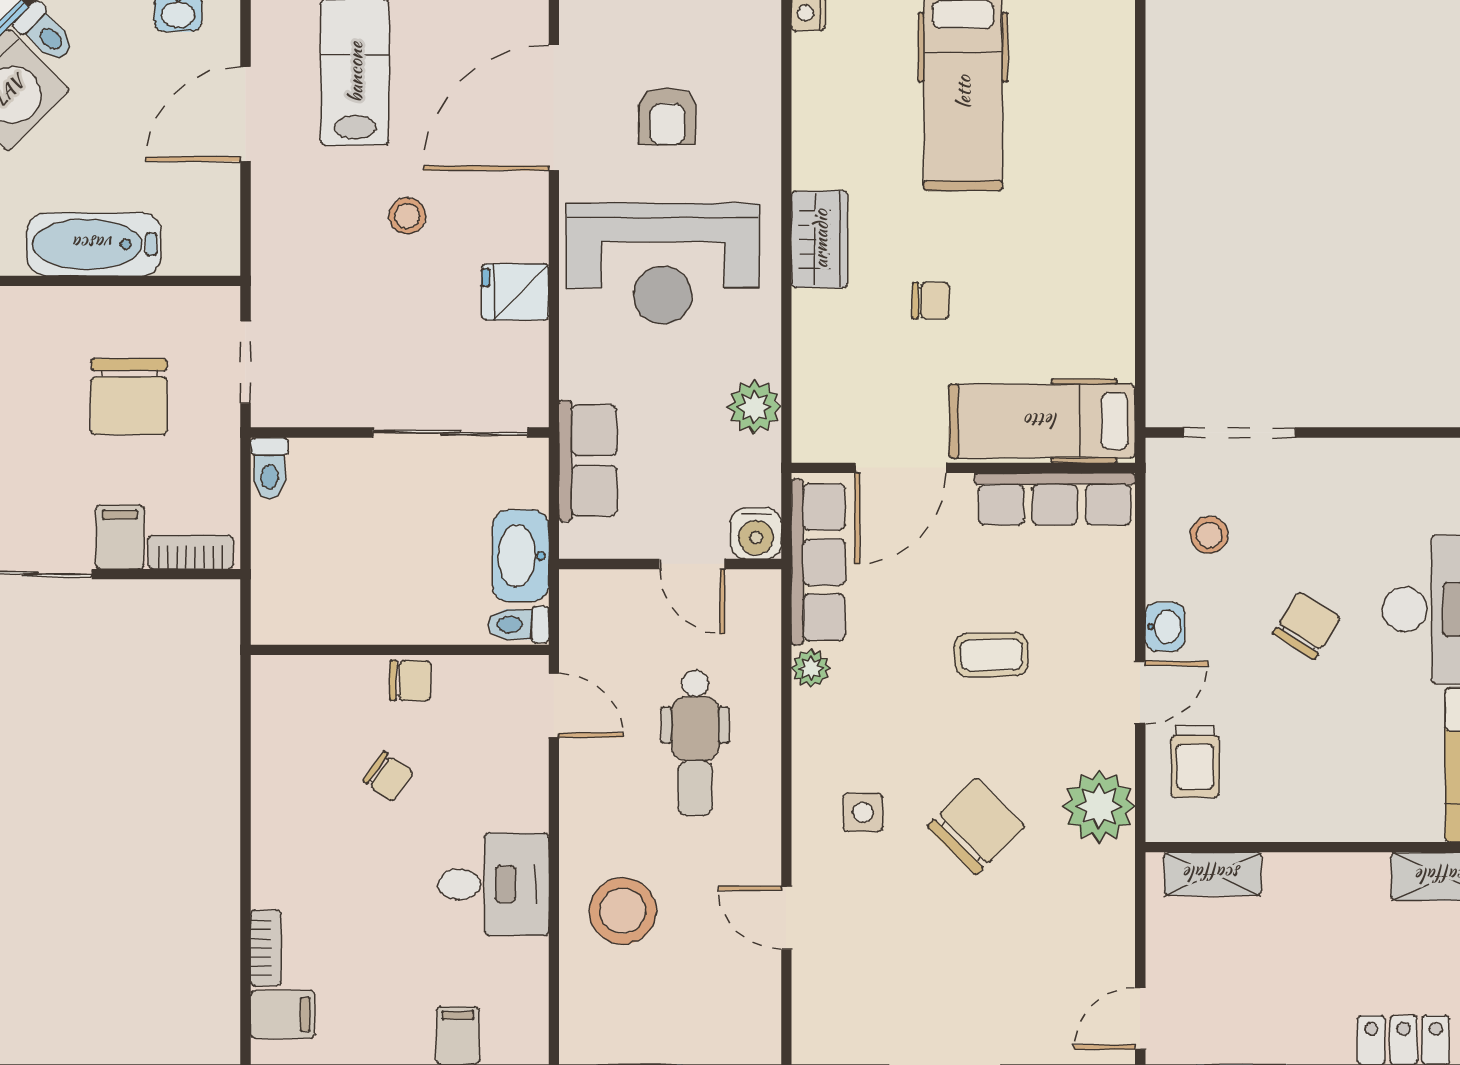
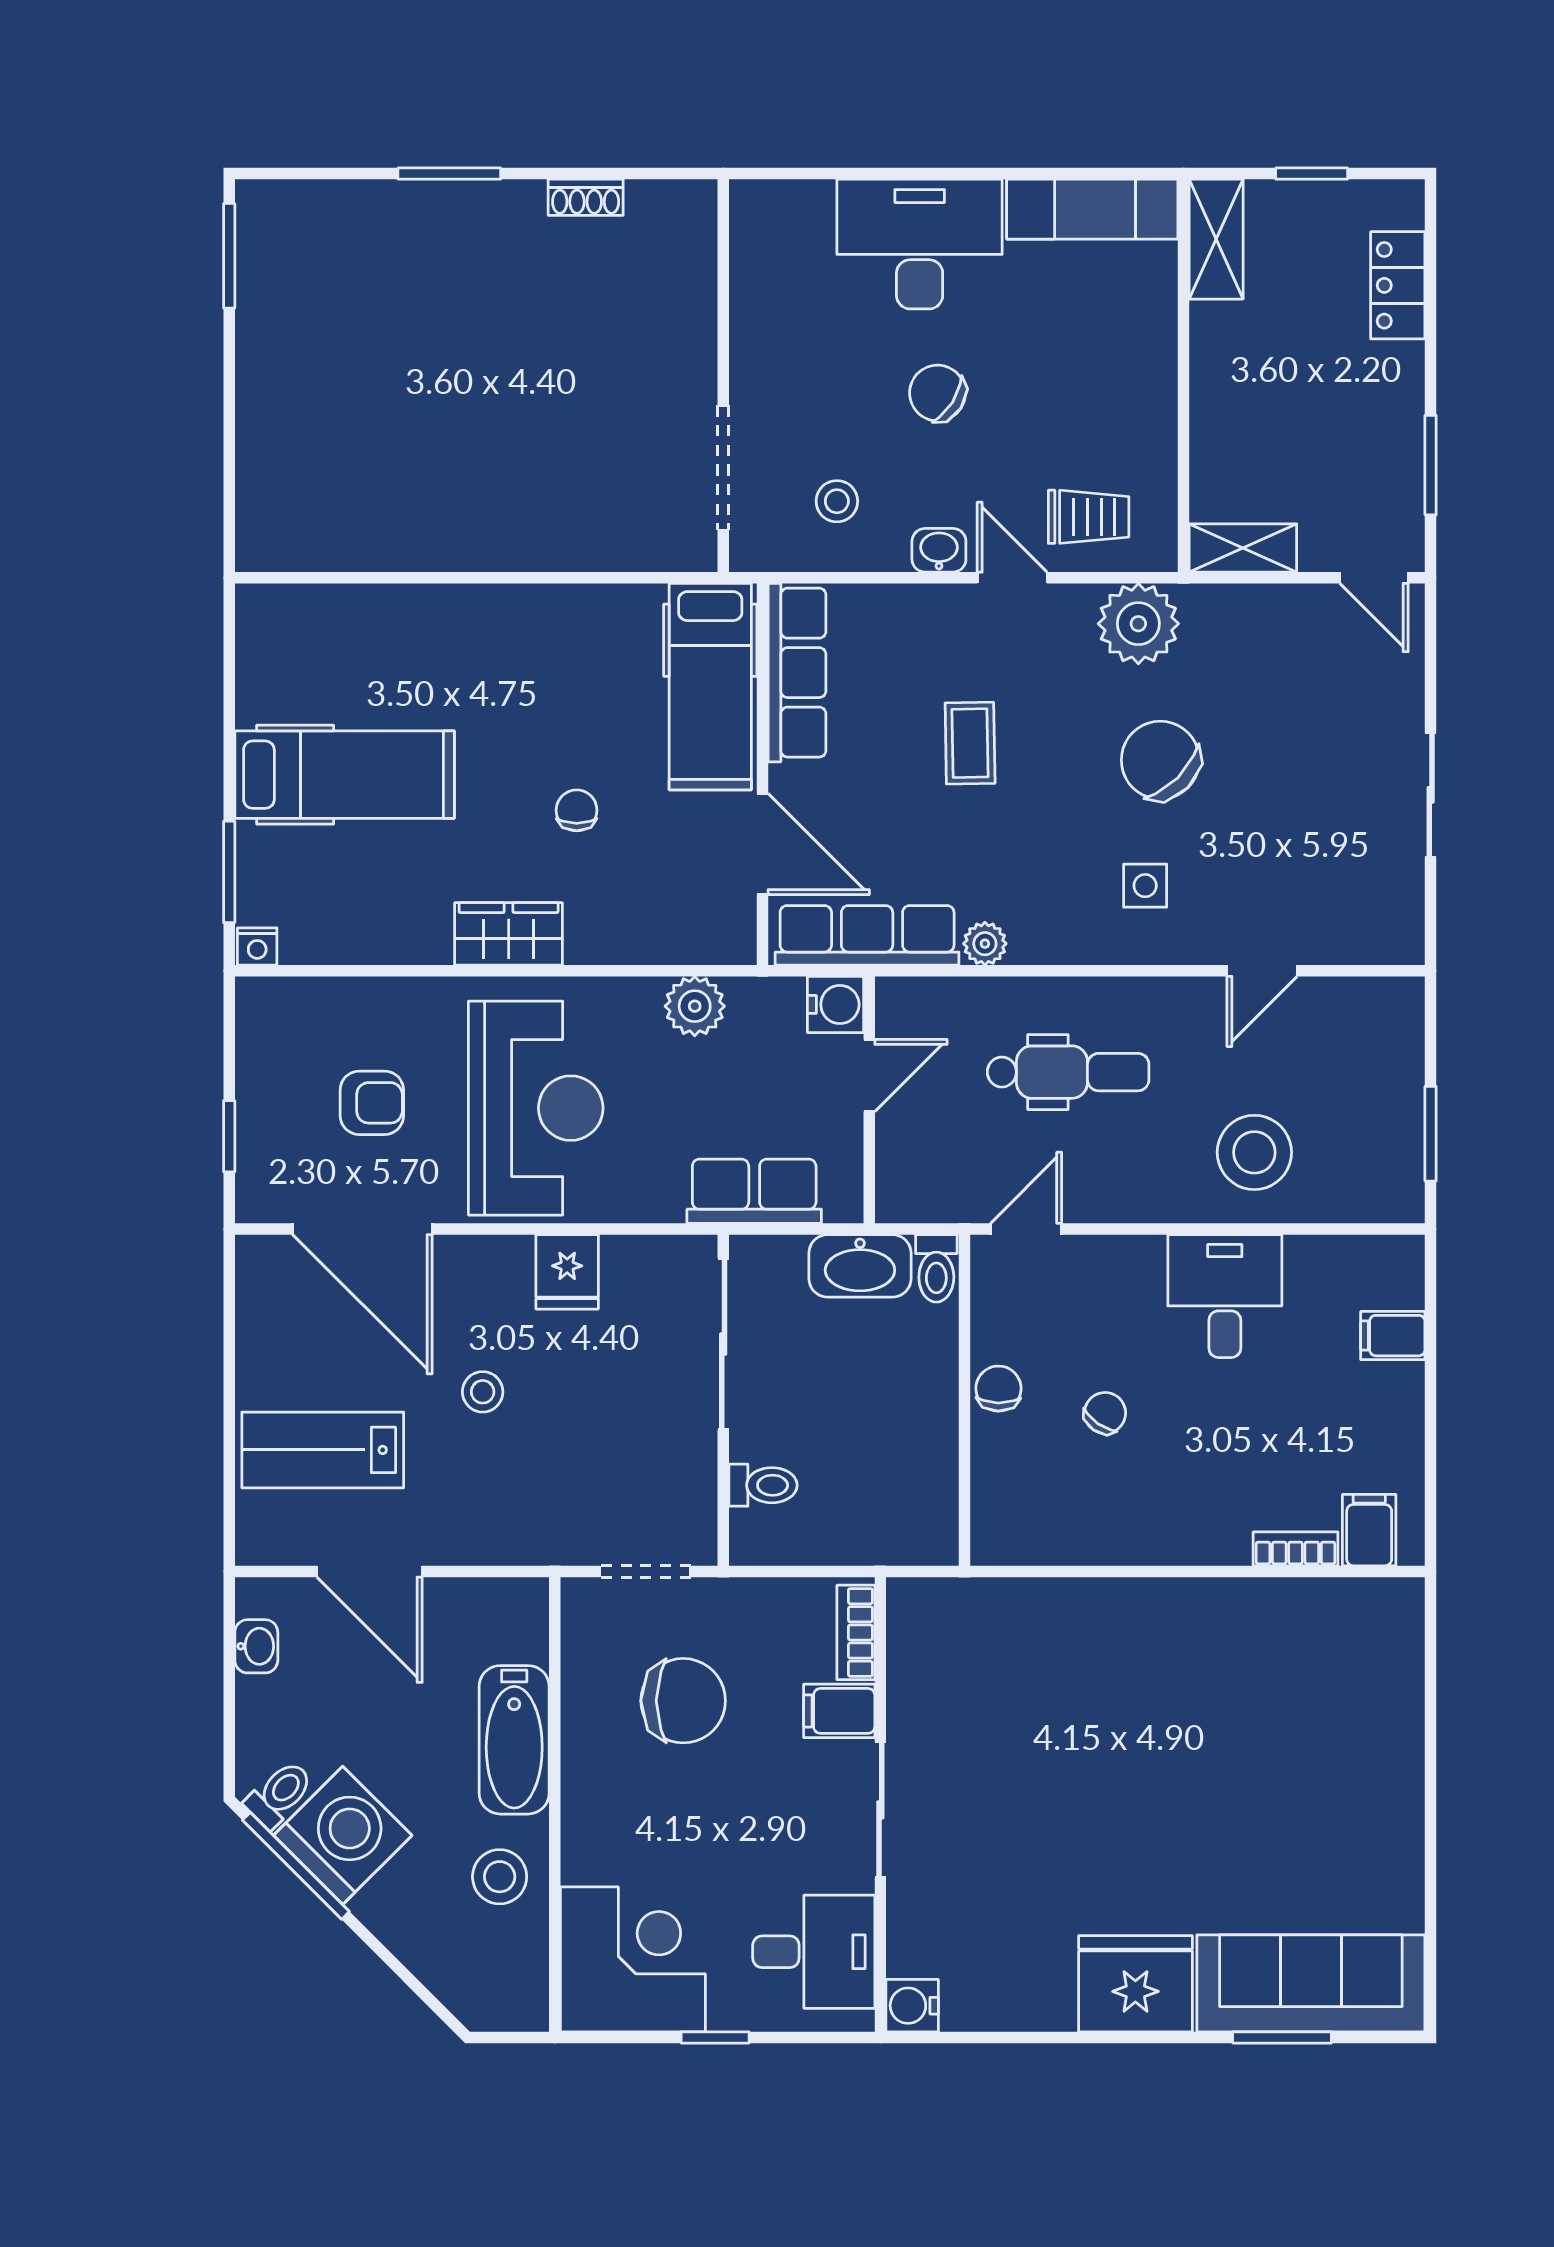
toilet: (269, 468) -> (763, 1485), moved
shelving: (1213, 874) -> (1243, 548), moved, turned 90

